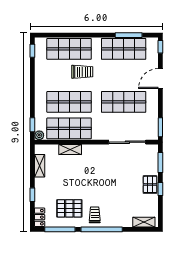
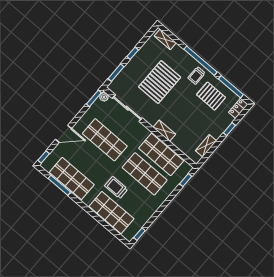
plant: (39, 135) -> (104, 97), moved
shelving: (70, 149) -> (164, 131), moved
pallet: (150, 184) -> (160, 82), moved, width x2.05, depth x2.00

